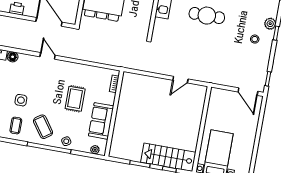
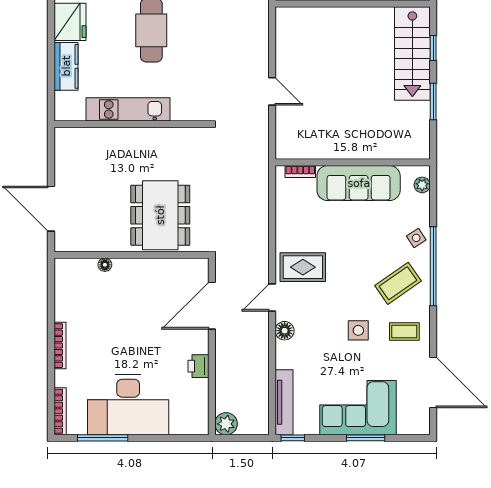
floor lamp: (13, 57) -> (285, 331), moved
door: (180, 80) -> (272, 91), moved
rug: (75, 99) -> (303, 267), moved
sofa: (101, 121) -> (359, 183), width x1.36

